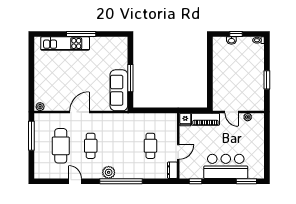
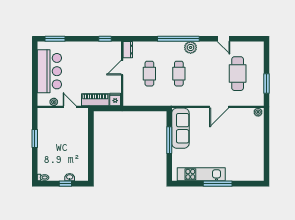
kitchen unit: (65, 43) -> (201, 174), moved
window: (31, 136) -> (267, 84), width x0.69
cafe table: (91, 146) -> (179, 74), moved
bar counter: (226, 166) -> (49, 71), moved, turned -90

